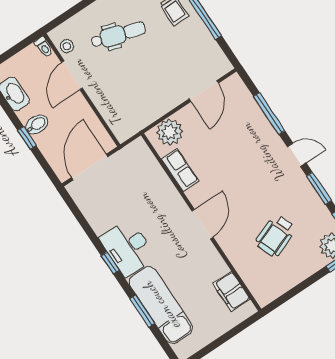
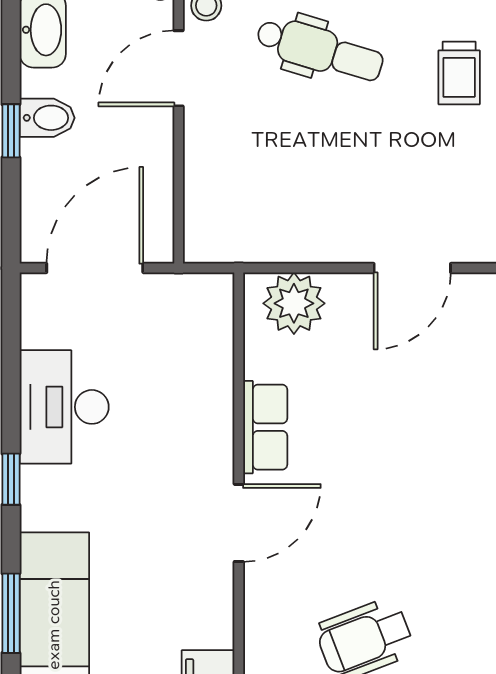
row of seats: (180, 170) -> (265, 427), moved
desk: (128, 248) -> (64, 407), moved

